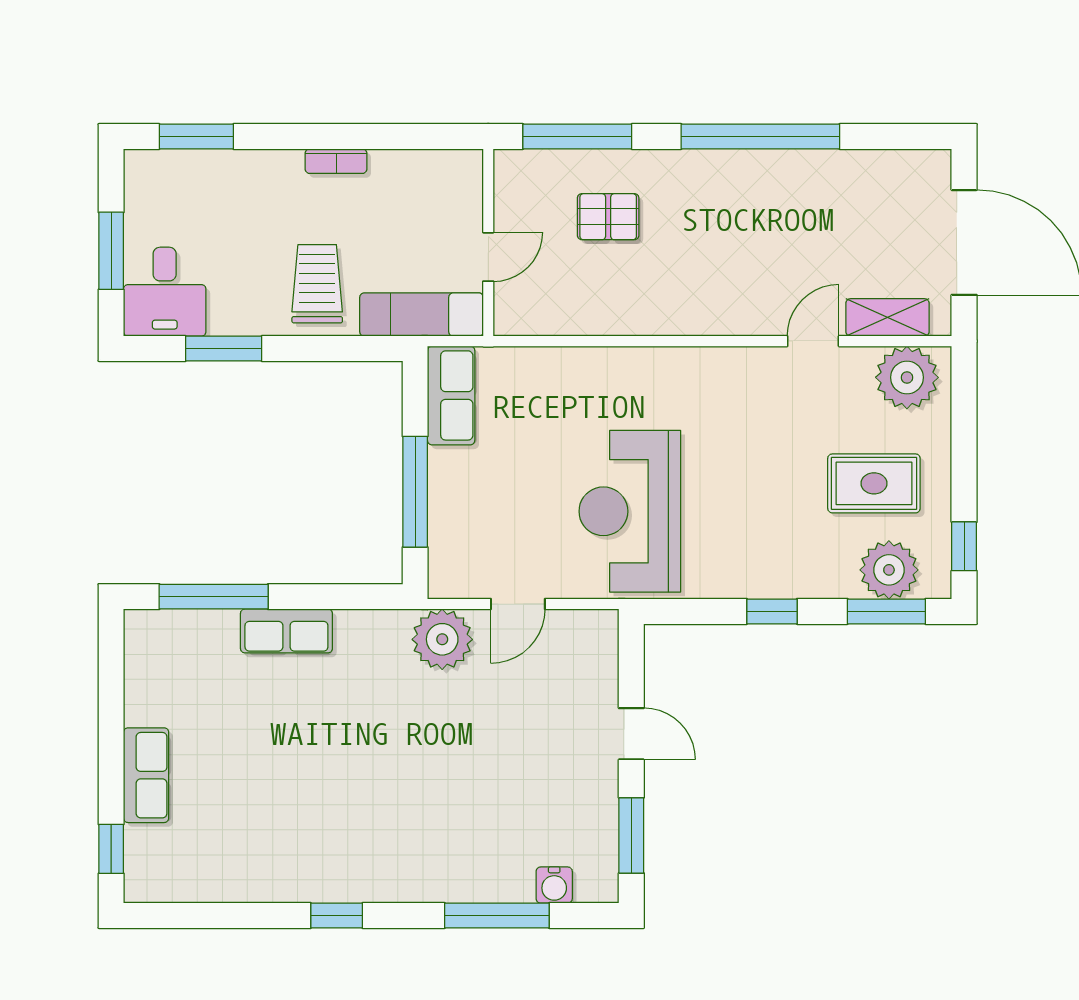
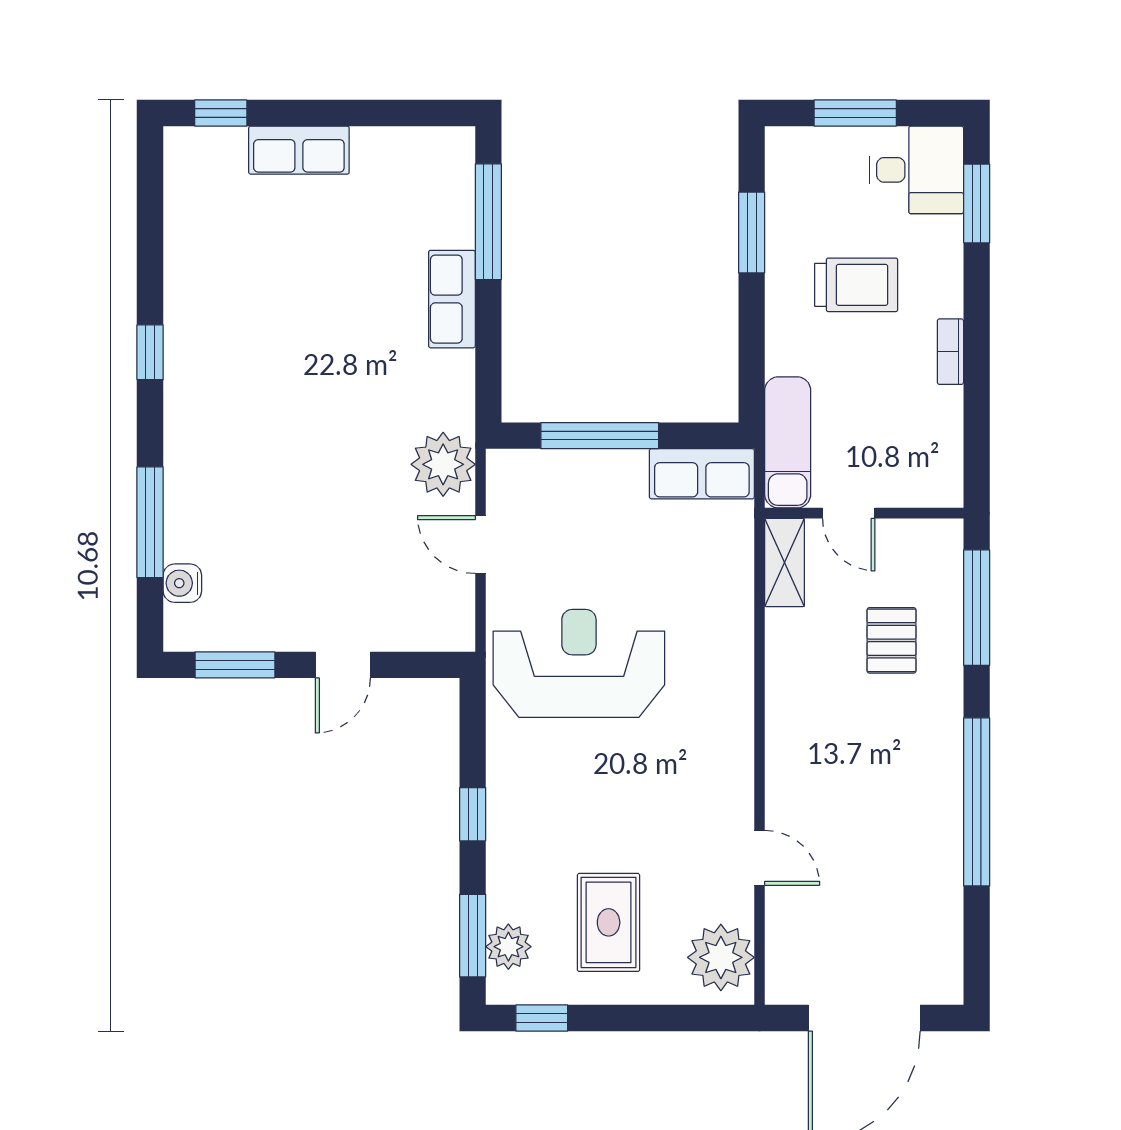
trolley: (317, 284) -> (856, 285), moved
desk: (165, 292) -> (916, 170), moved, turned 180
shelving: (887, 317) -> (785, 563), moved
plant: (889, 570) -> (508, 947), width x0.73, depth x0.73

